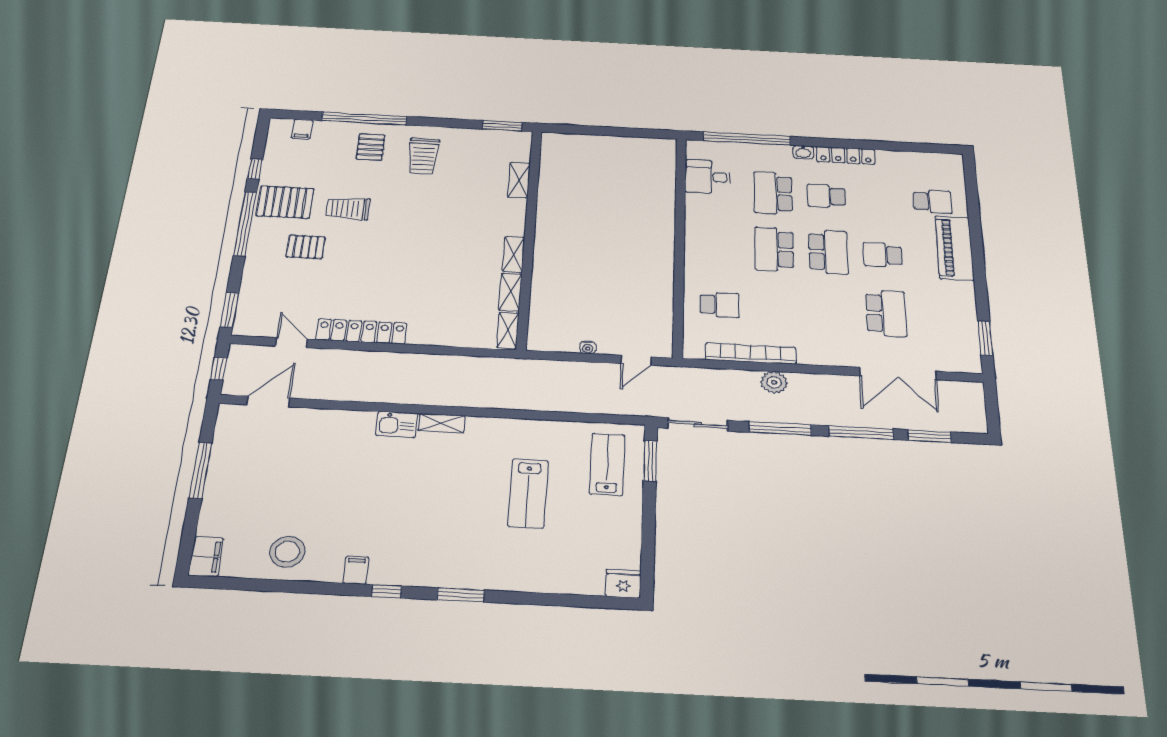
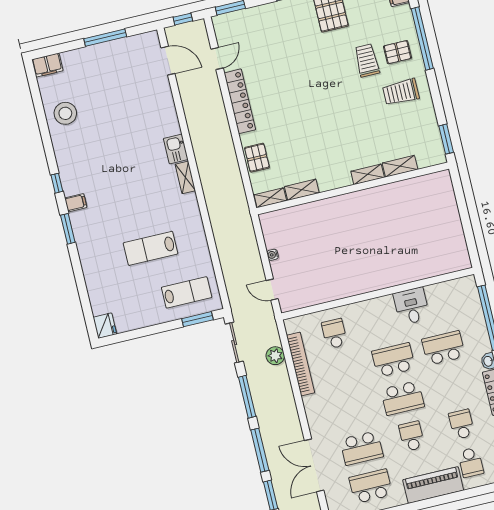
desk: (708, 177) -> (412, 306), moved
school desk: (826, 196) -> (462, 424), moved
trolley: (348, 208) -> (367, 60), moved
pallet: (306, 247) -> (257, 158), moved
shelving: (514, 254) -> (368, 174), moved
school desk: (719, 305) -> (334, 334), turned 180
school desk: (942, 316) -> (371, 486), added
plant: (774, 382) -> (275, 356), moved
filing cabinet: (356, 570) -> (76, 203), moved

